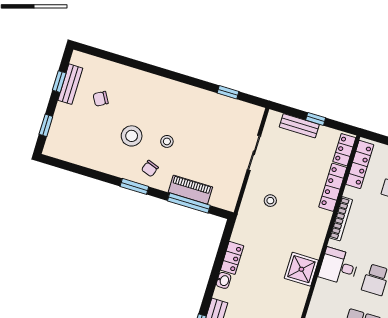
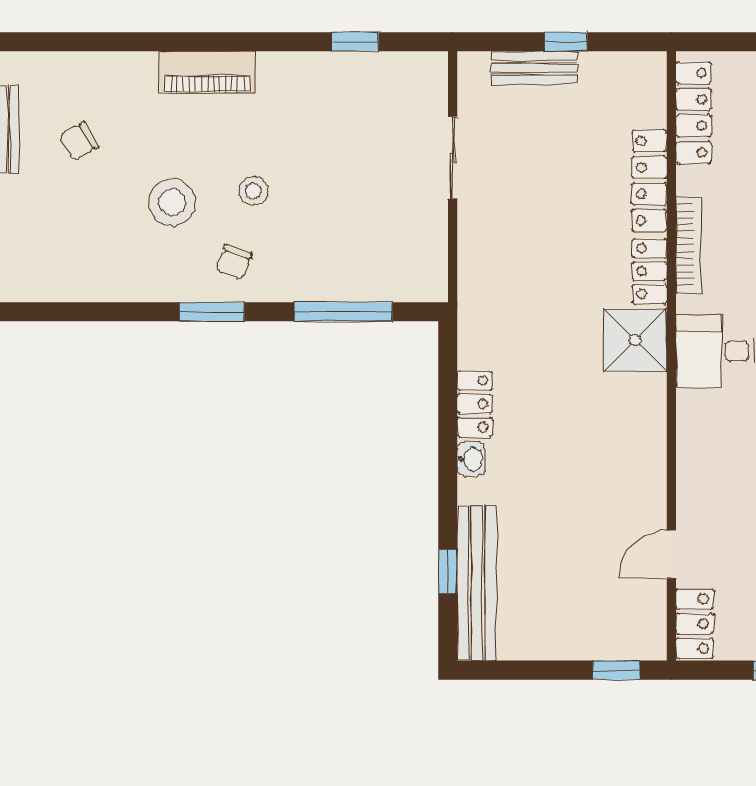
locker: (344, 150) -> (650, 271), moved
piano: (190, 190) -> (207, 72), moved, turned 180
stool: (270, 201) -> (521, 252), removed
shower: (301, 269) -> (635, 340), moved

